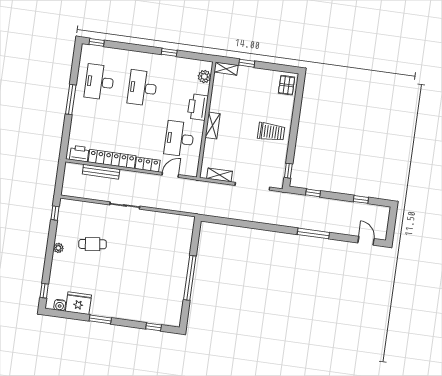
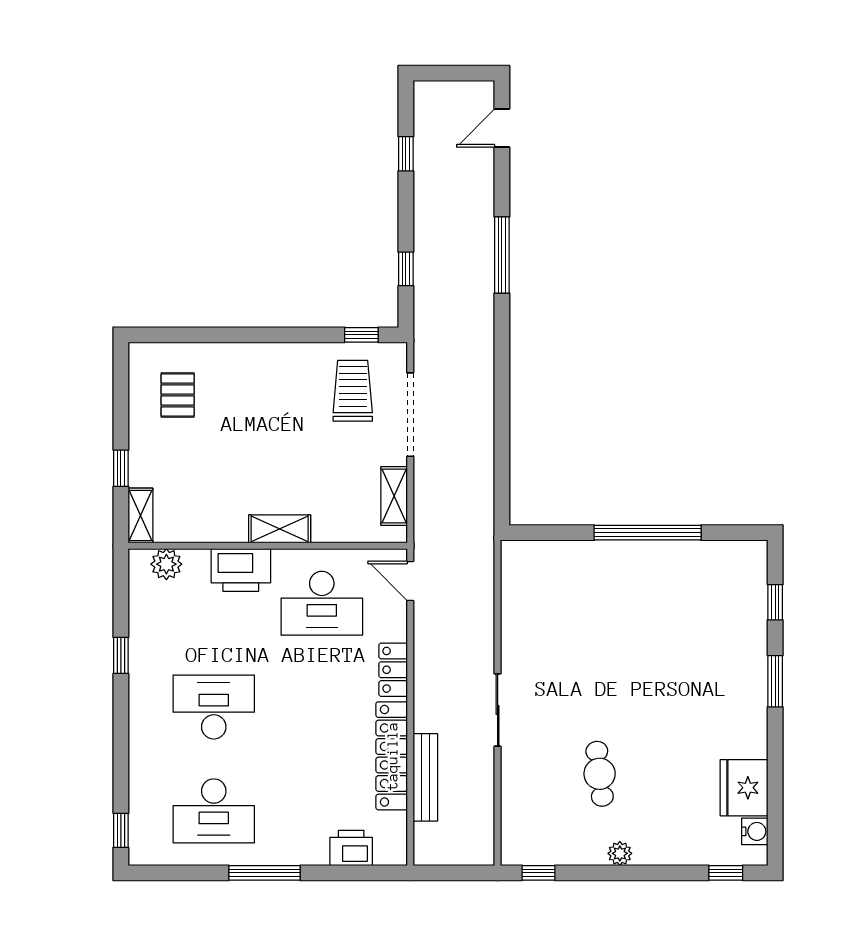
pallet: (287, 85) -> (178, 395), moved, turned 90
desk: (142, 88) -> (214, 707), turned 180
trolley: (271, 132) -> (353, 391), moved
printer: (79, 154) -> (351, 848), moved, turned 90
door: (170, 175) -> (410, 581), moved
window: (100, 319) -> (775, 681), moved

